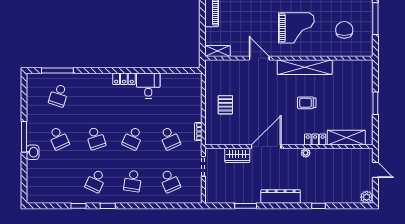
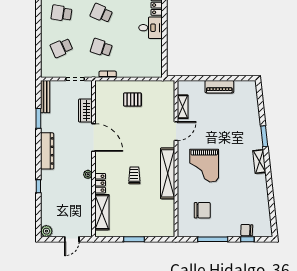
shelving: (217, 51) -> (183, 107), moved
school desk: (170, 138) -> (101, 48), turned 42
bench: (222, 199) -> (45, 97), added

